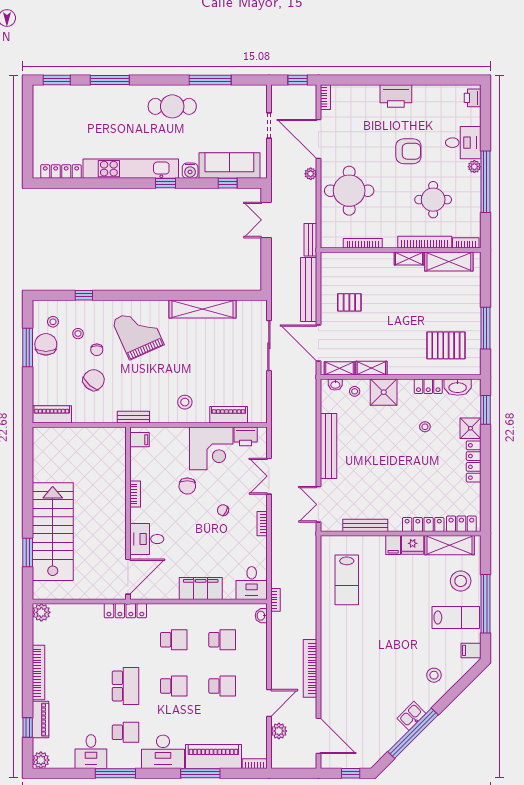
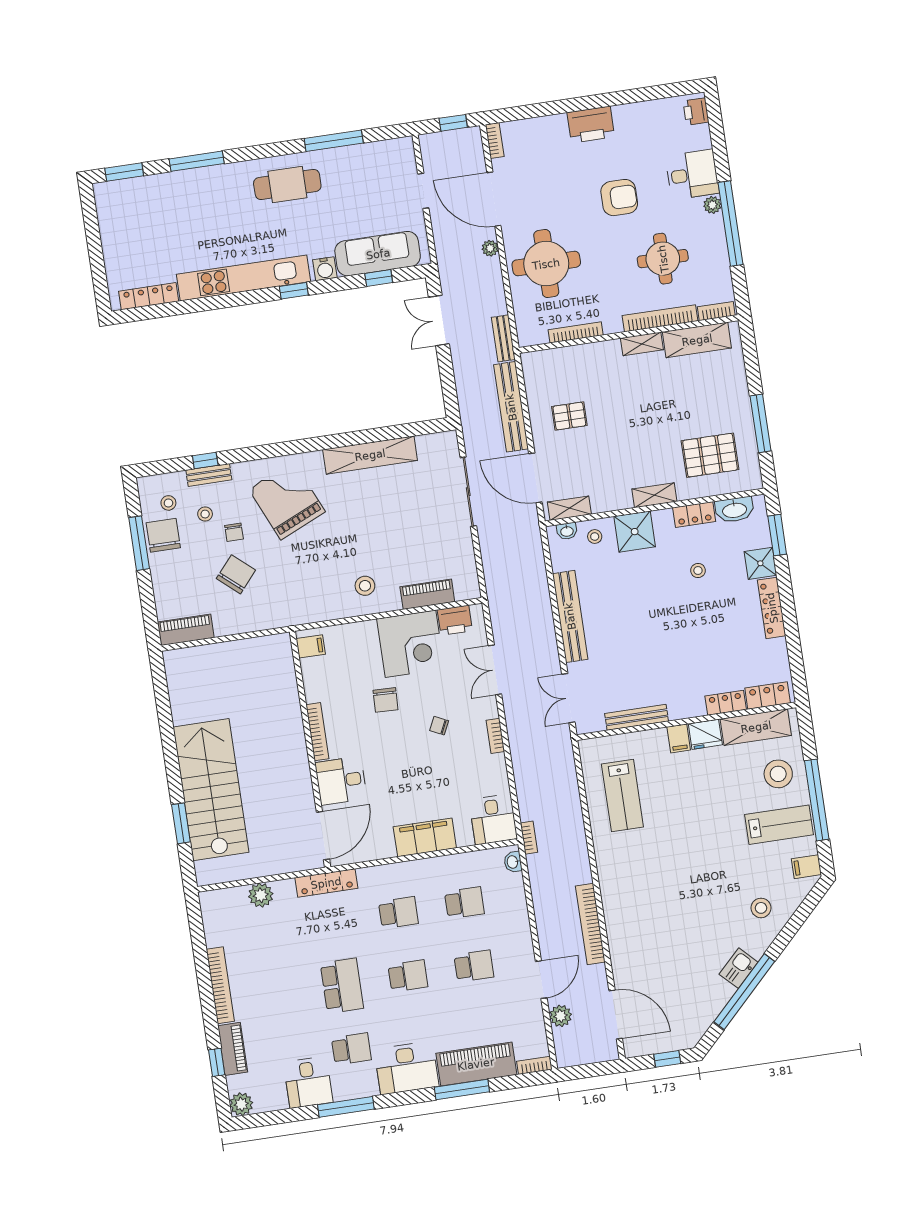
shelving: (371, 368) -> (654, 495), moved
bench: (133, 417) -> (209, 475), moved
bookcase: (135, 494) -> (317, 732), width x1.56
locker: (423, 524) -> (726, 703), width x0.66
plant: (41, 612) -> (261, 895), moved

